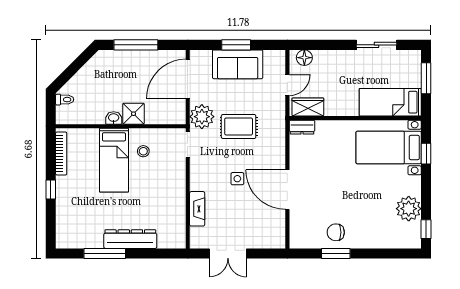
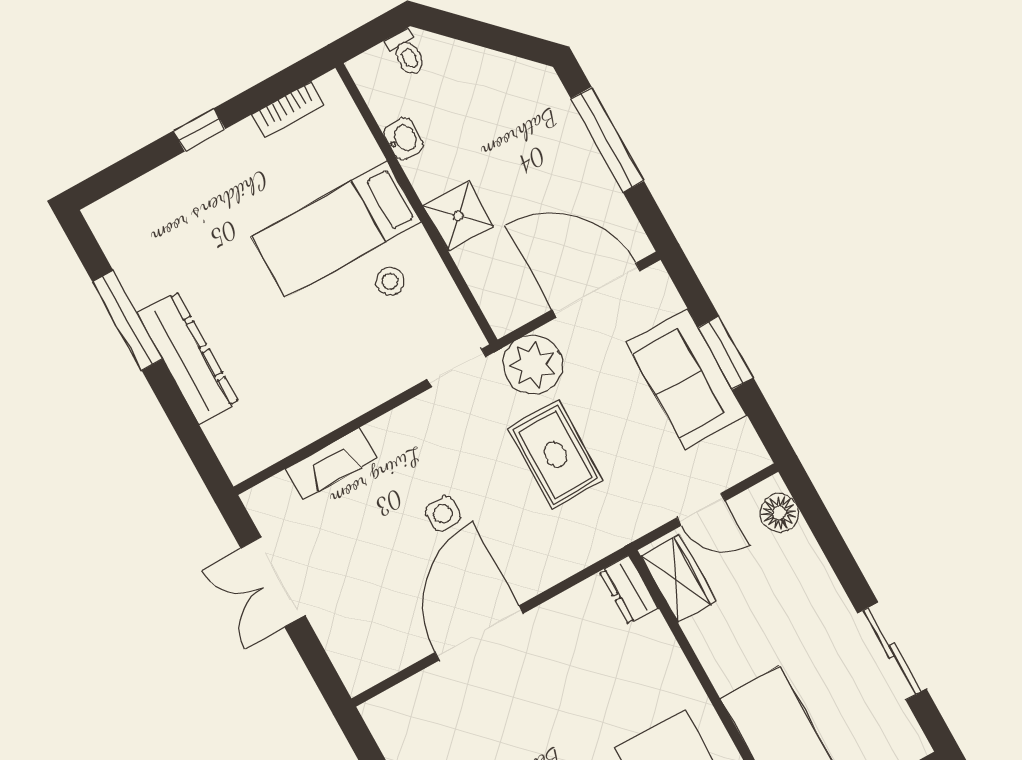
washbasin: (114, 118) -> (403, 139), moved
bookcase: (61, 154) -> (288, 110), width x0.64

